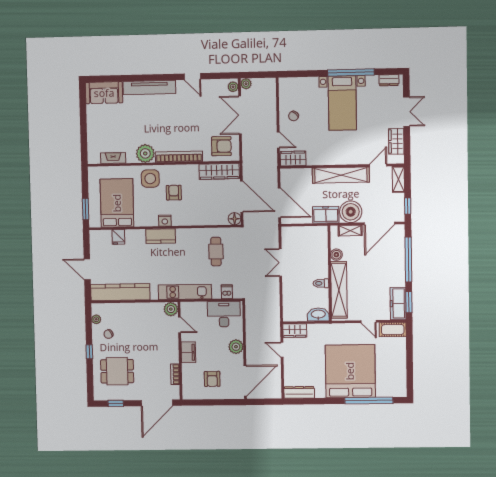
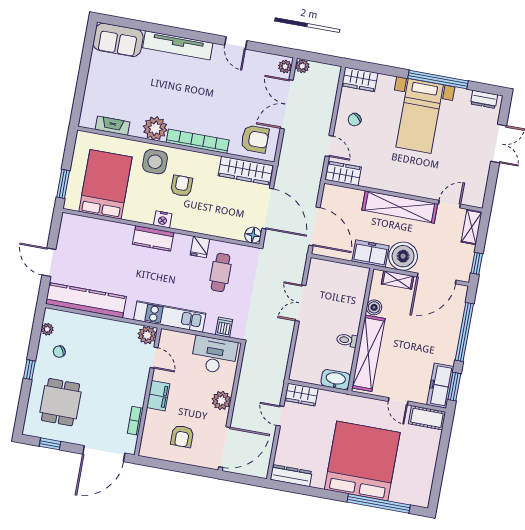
wardrobe: (396, 141) -> (360, 79), moved, turned -90
fridge: (118, 237) -> (200, 247), moved
dining table: (117, 371) -> (60, 402), turned 90

